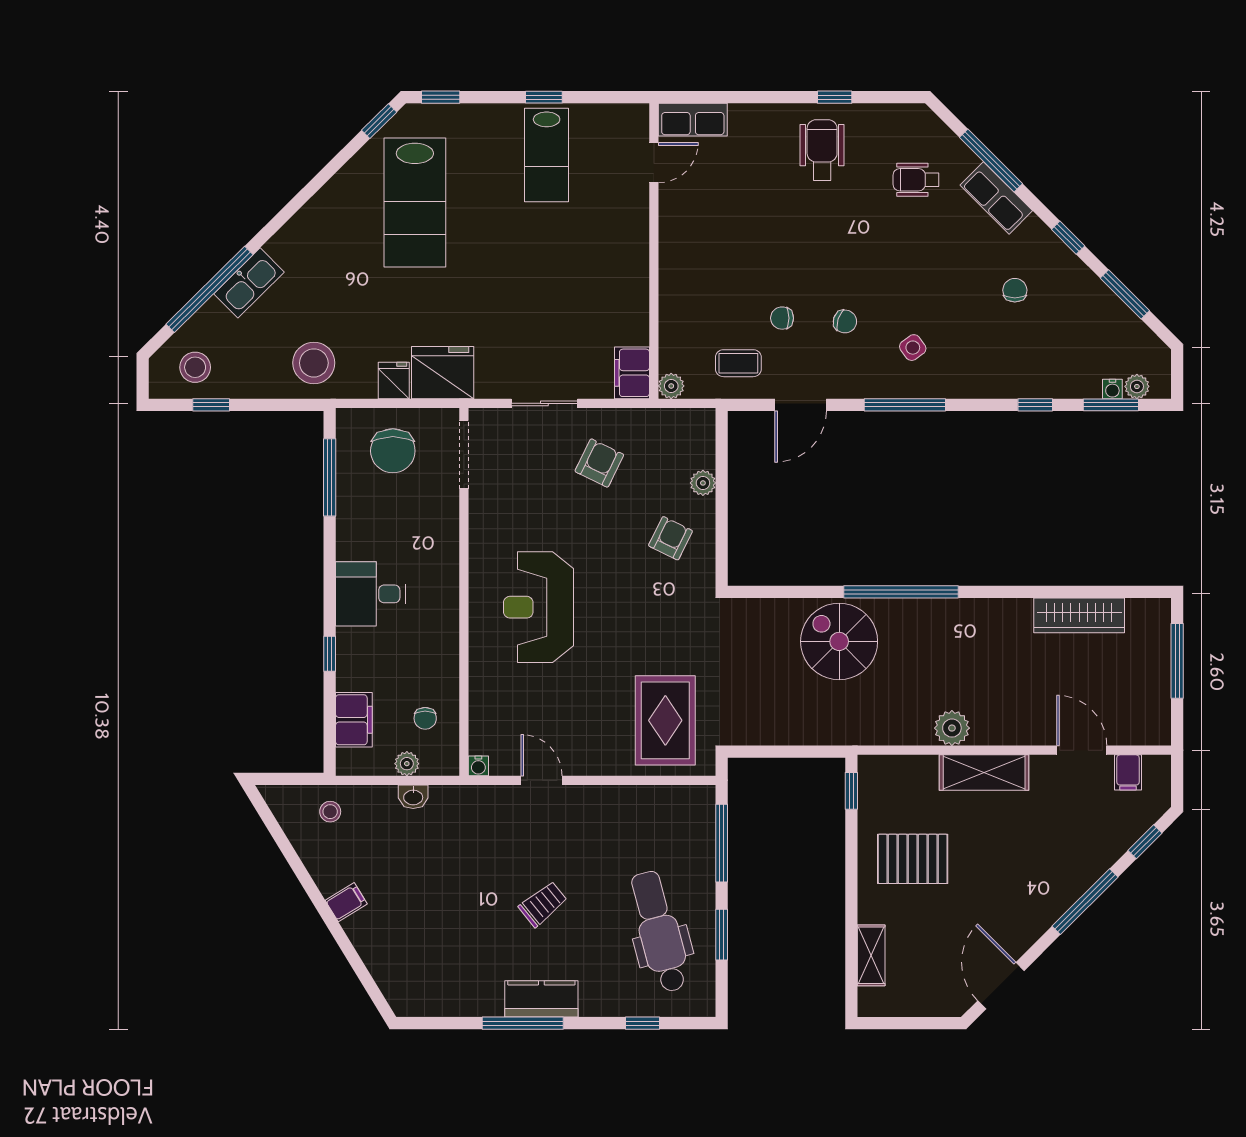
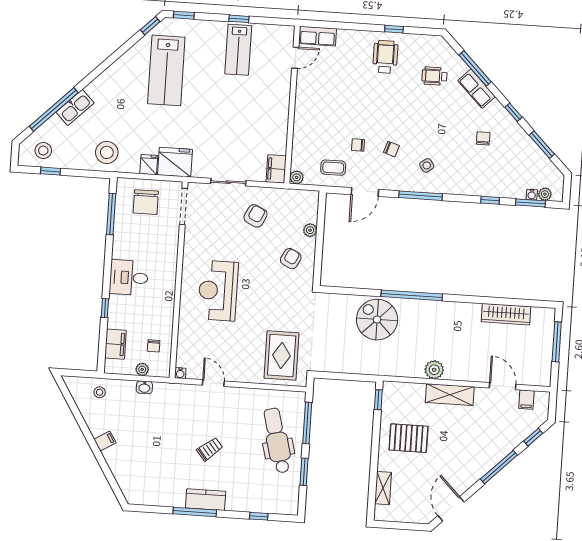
dental chair: (659, 932) -> (277, 441), moved

